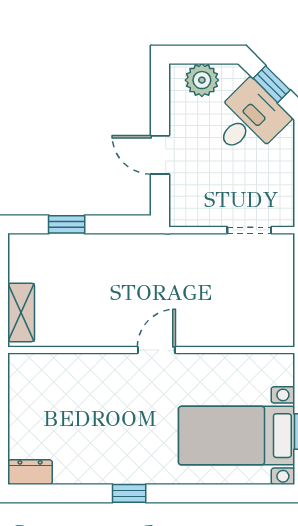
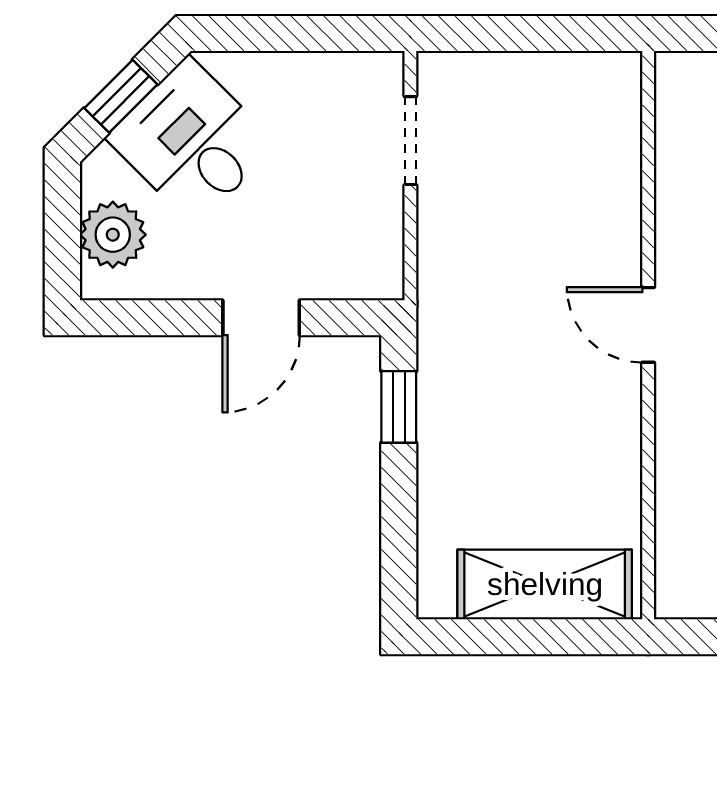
window: (67, 224) -> (399, 407), moved
shelving: (21, 312) -> (545, 584), width x1.50, depth x1.33

